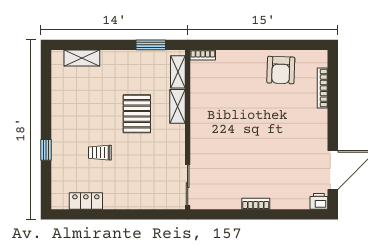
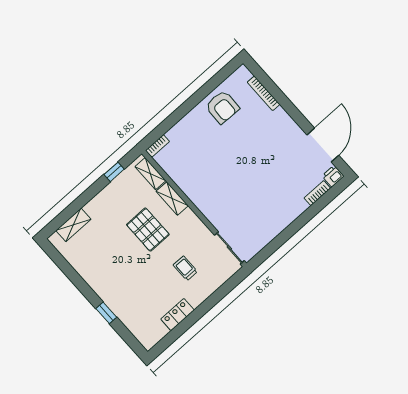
window: (151, 45) -> (114, 172), width x0.67
trolley: (100, 153) -> (185, 268), moved, turned 90
locker: (86, 201) -> (178, 315), moved
bookcase: (256, 204) -> (317, 193), moved

